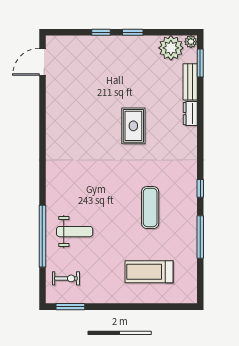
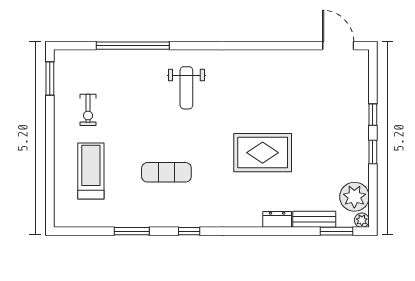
rug: (133, 126) -> (263, 153), width x1.36, depth x1.43
weight bench: (75, 232) -> (186, 88), moved
window: (200, 237) -> (132, 231), width x0.69
exercise bike: (66, 278) -> (88, 110), moved

